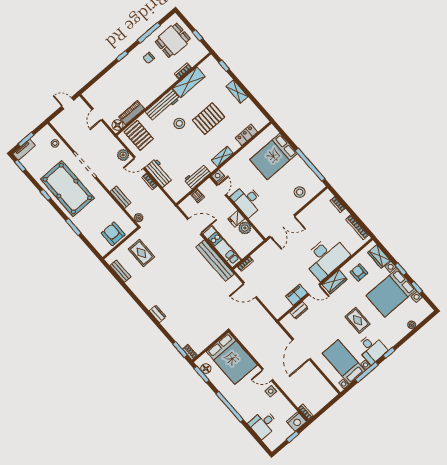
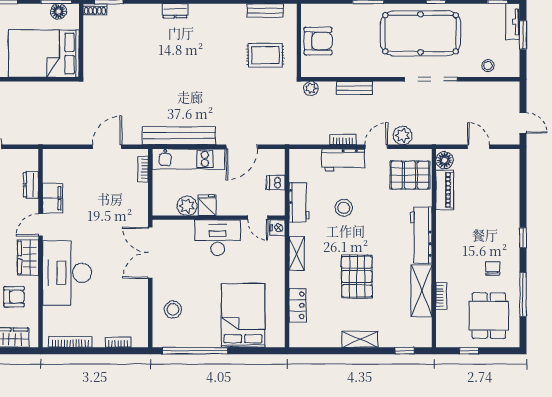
door: (68, 103) -> (523, 123), hinge flipped
stool: (179, 123) -> (344, 208), moved

